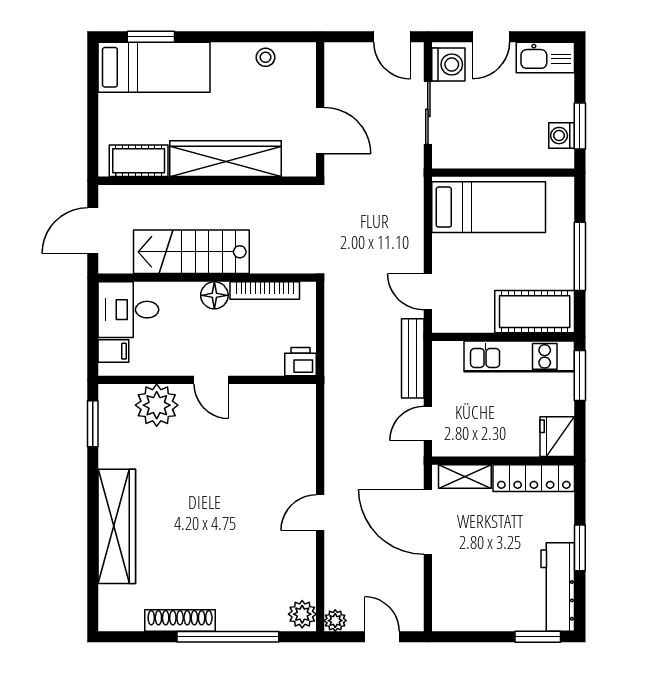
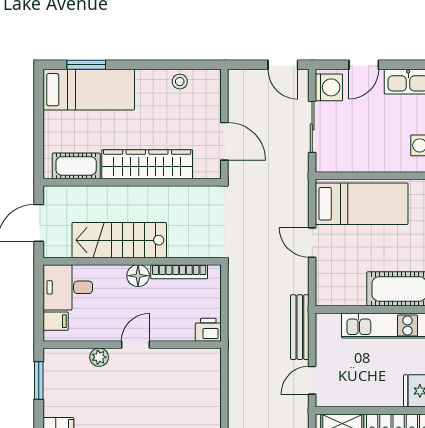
door: (428, 292) -> (312, 243), moved
door: (211, 380) -> (135, 345), swing flipped
plant: (157, 405) -> (99, 357), width x0.53, depth x0.53

